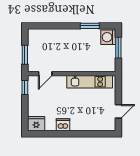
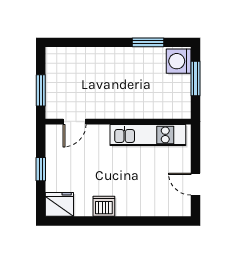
window: (25, 88) -> (41, 169), moved
door: (118, 111) -> (195, 184), swing flipped

